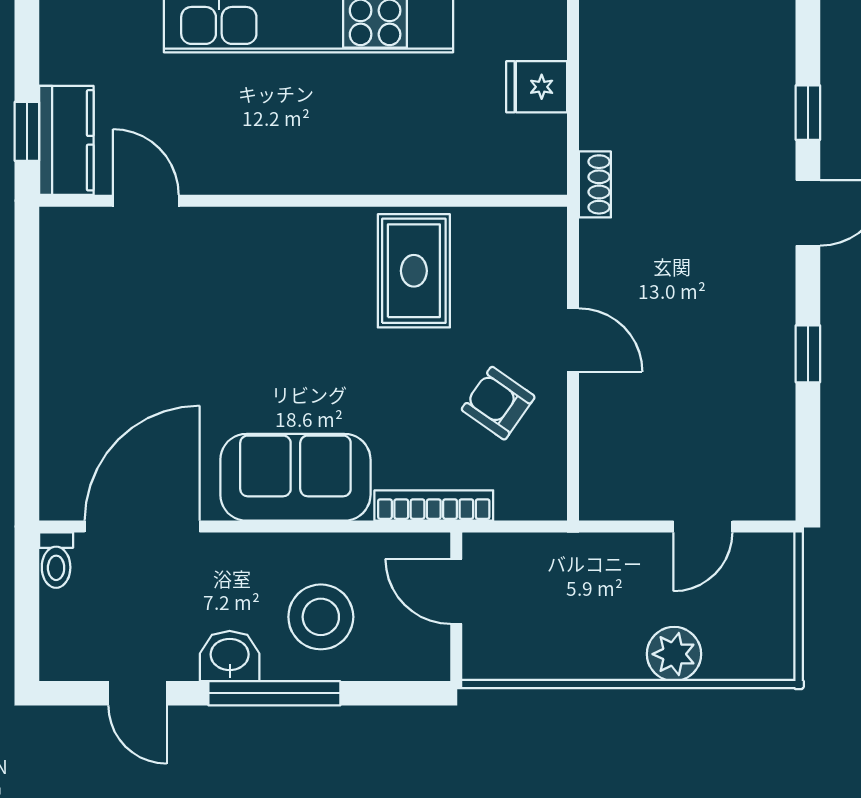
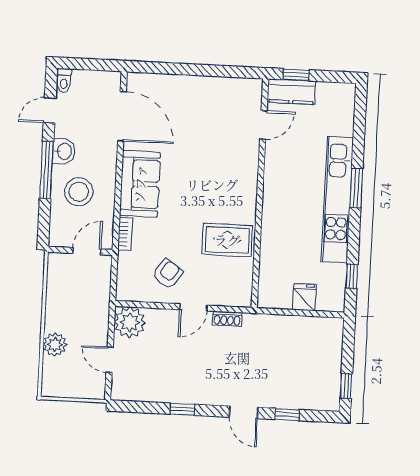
shoe rack: (595, 184) -> (227, 319), moved
plant: (615, 485) -> (130, 322), added
bookcase: (434, 505) -> (125, 234), width x0.64
toilet: (56, 560) -> (64, 80), moved, turned -90

